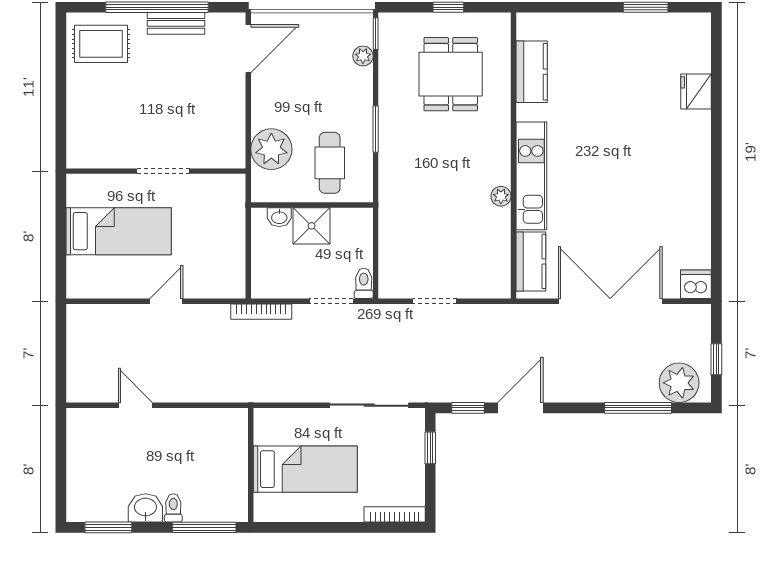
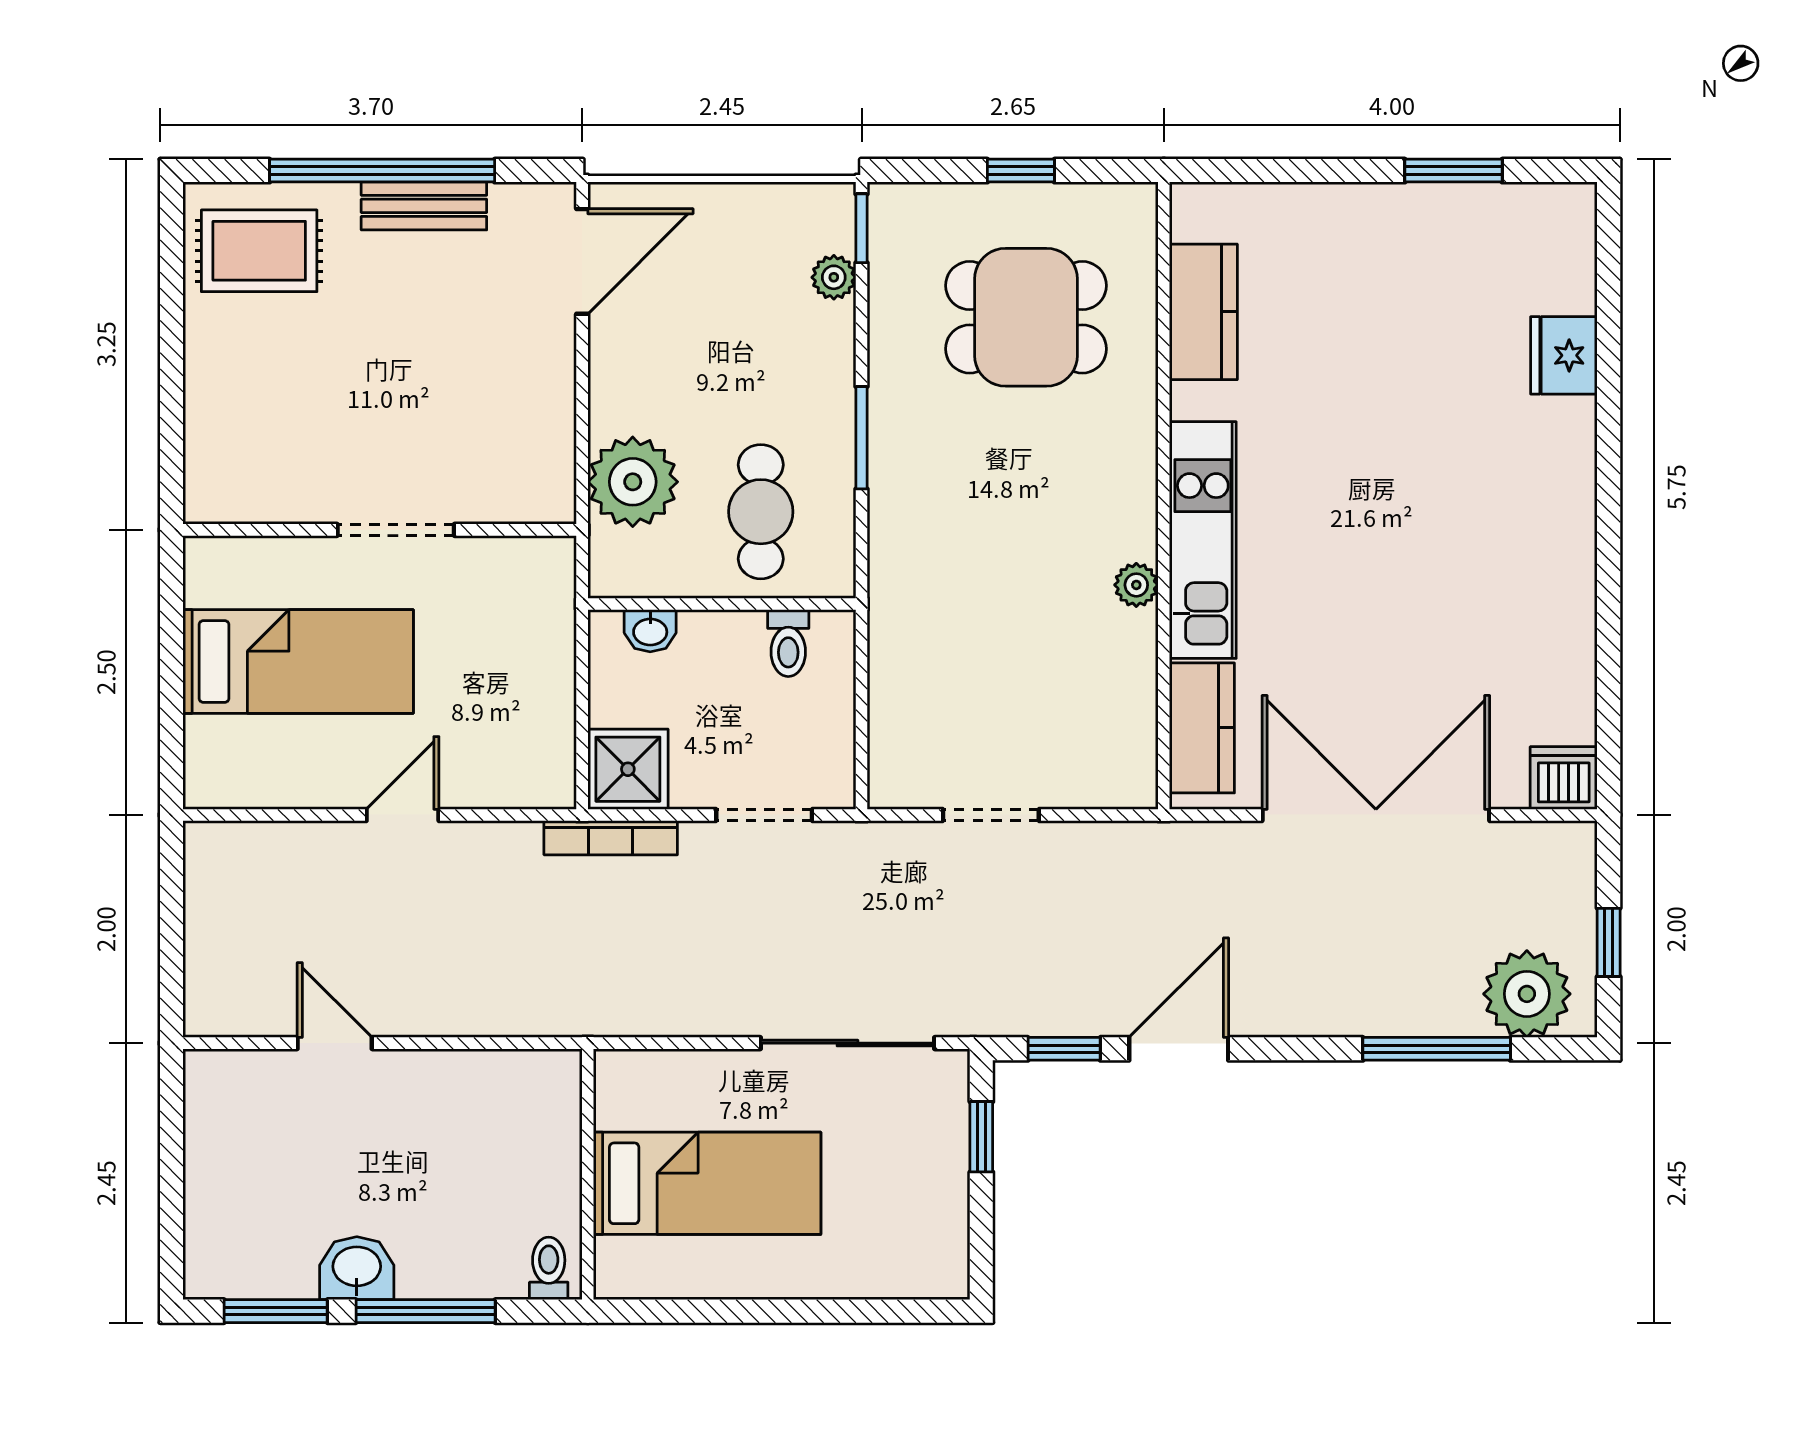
dining table: (451, 74) -> (1026, 317), turned 90
shower: (312, 226) -> (628, 769), moved
toilet: (364, 283) -> (788, 643), moved, turned 180
toilet: (173, 508) -> (549, 1268), moved
bookcase: (395, 514) -> (903, 1283), removed
window: (204, 527) -> (426, 1311), moved

